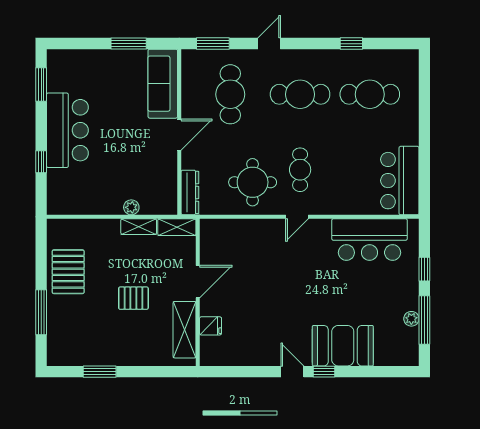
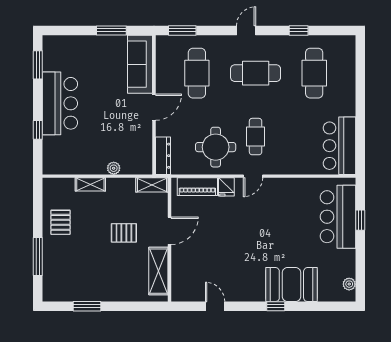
door: (269, 44) -> (246, 30), moved
cafe table: (370, 94) -> (314, 73), turned 90
shelving: (139, 227) -> (90, 184), moved
piano: (231, 229) -> (197, 187), added
bar counter: (369, 240) -> (338, 217), moved, turned 90
pallet: (68, 272) -> (60, 222), width x0.67, depth x0.71
pallet: (133, 298) -> (124, 233), moved
plant: (411, 319) -> (349, 284), moved
window: (424, 320) -> (360, 263), removed
fridge: (211, 326) -> (226, 187), moved, turned 90
door: (292, 372) -> (215, 306), moved

